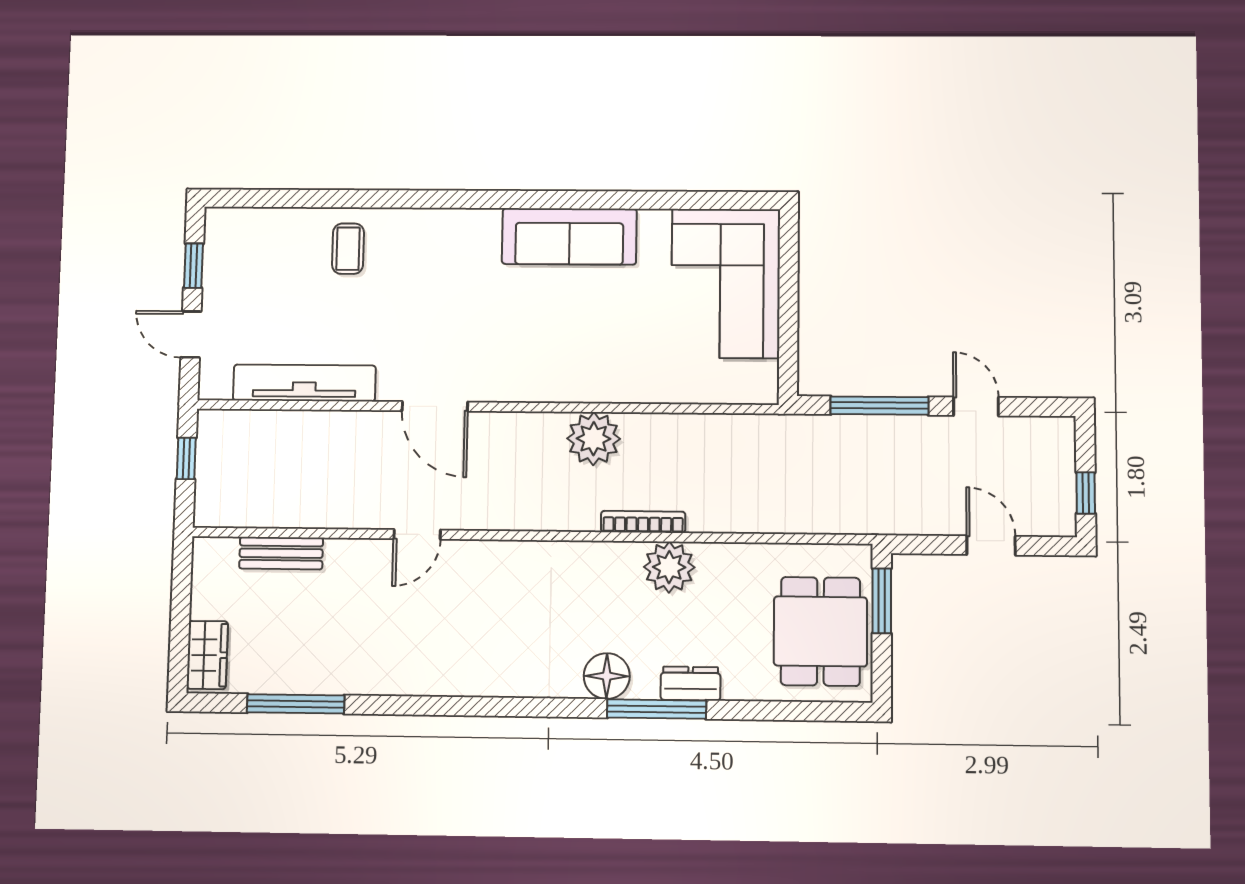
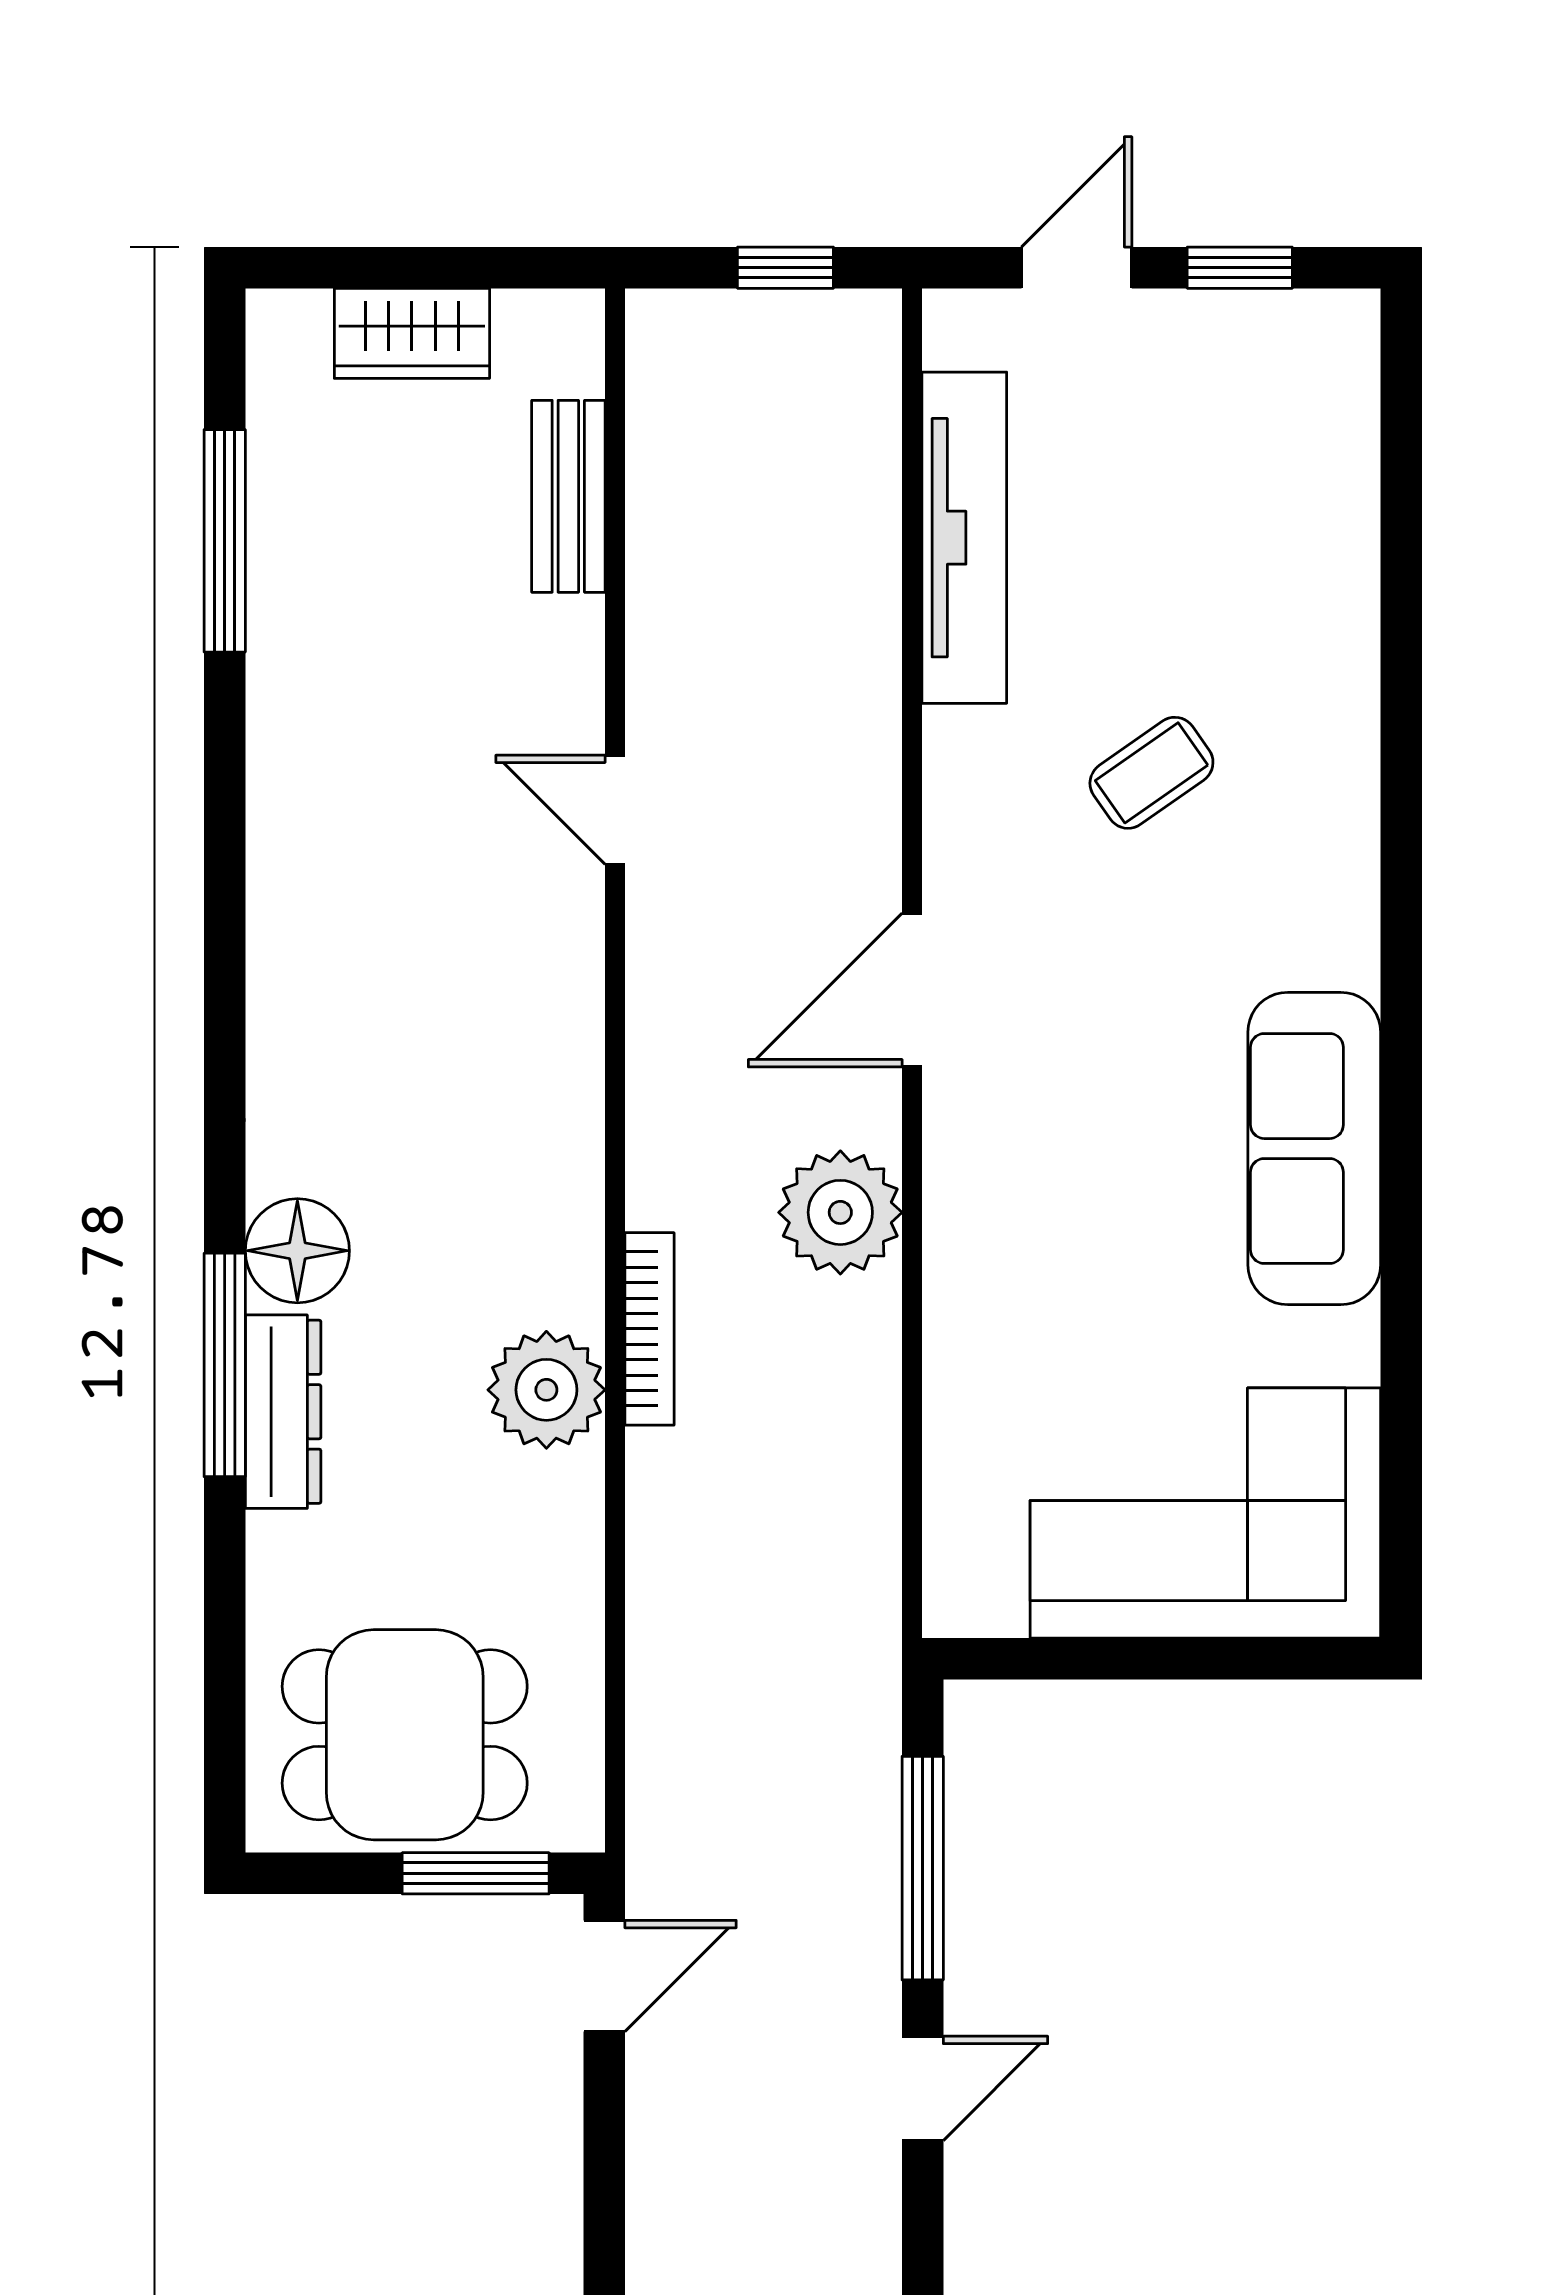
coffee table: (348, 249) -> (1151, 773), moved, turned -35
door: (435, 406) -> (912, 990), moved
door: (991, 545) -> (604, 1976), moved
wardrobe: (207, 655) -> (412, 333), moved
dresser: (690, 684) -> (283, 1412), width x1.44

